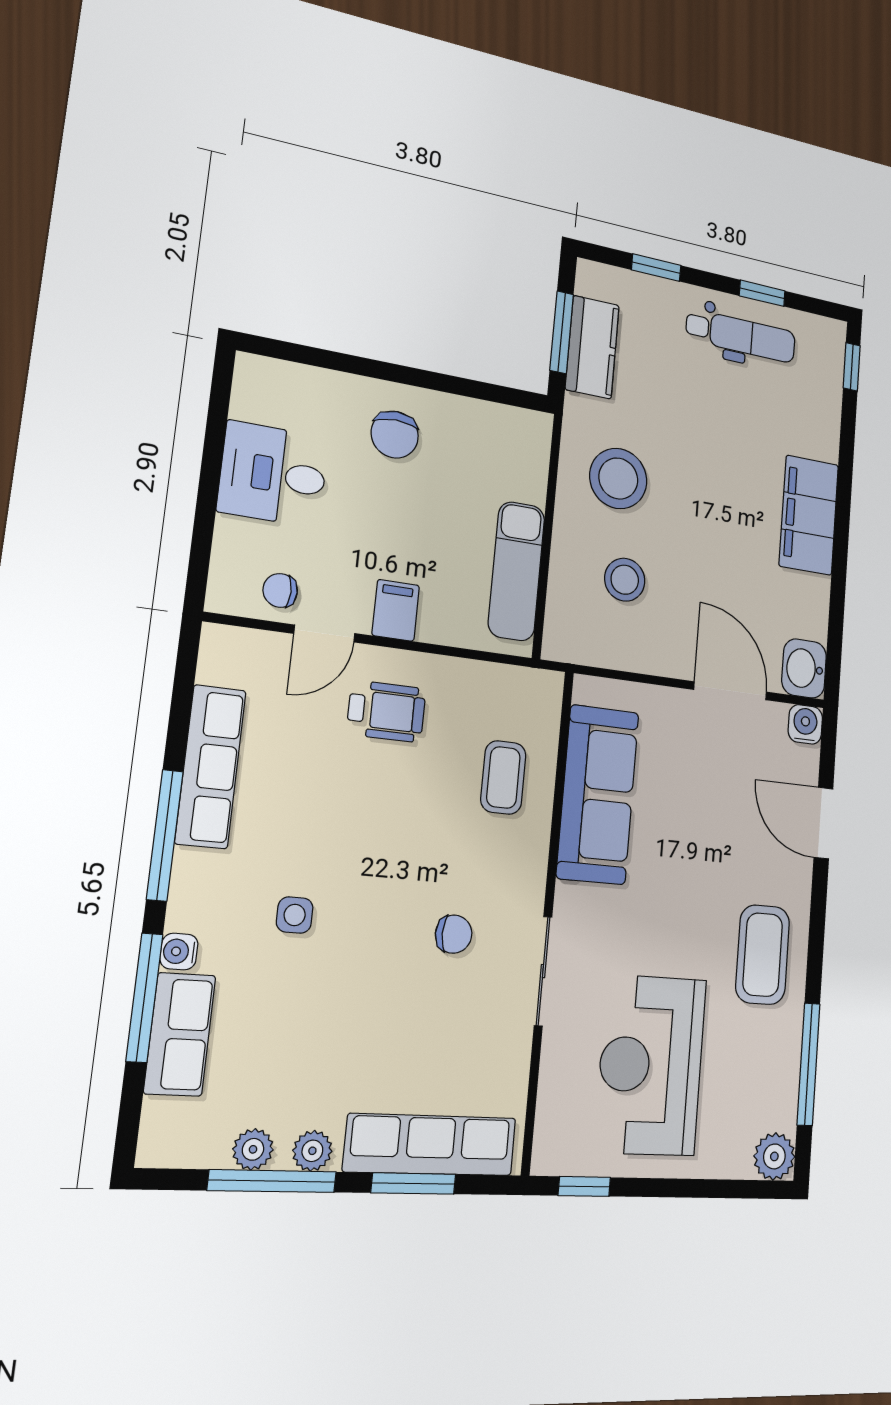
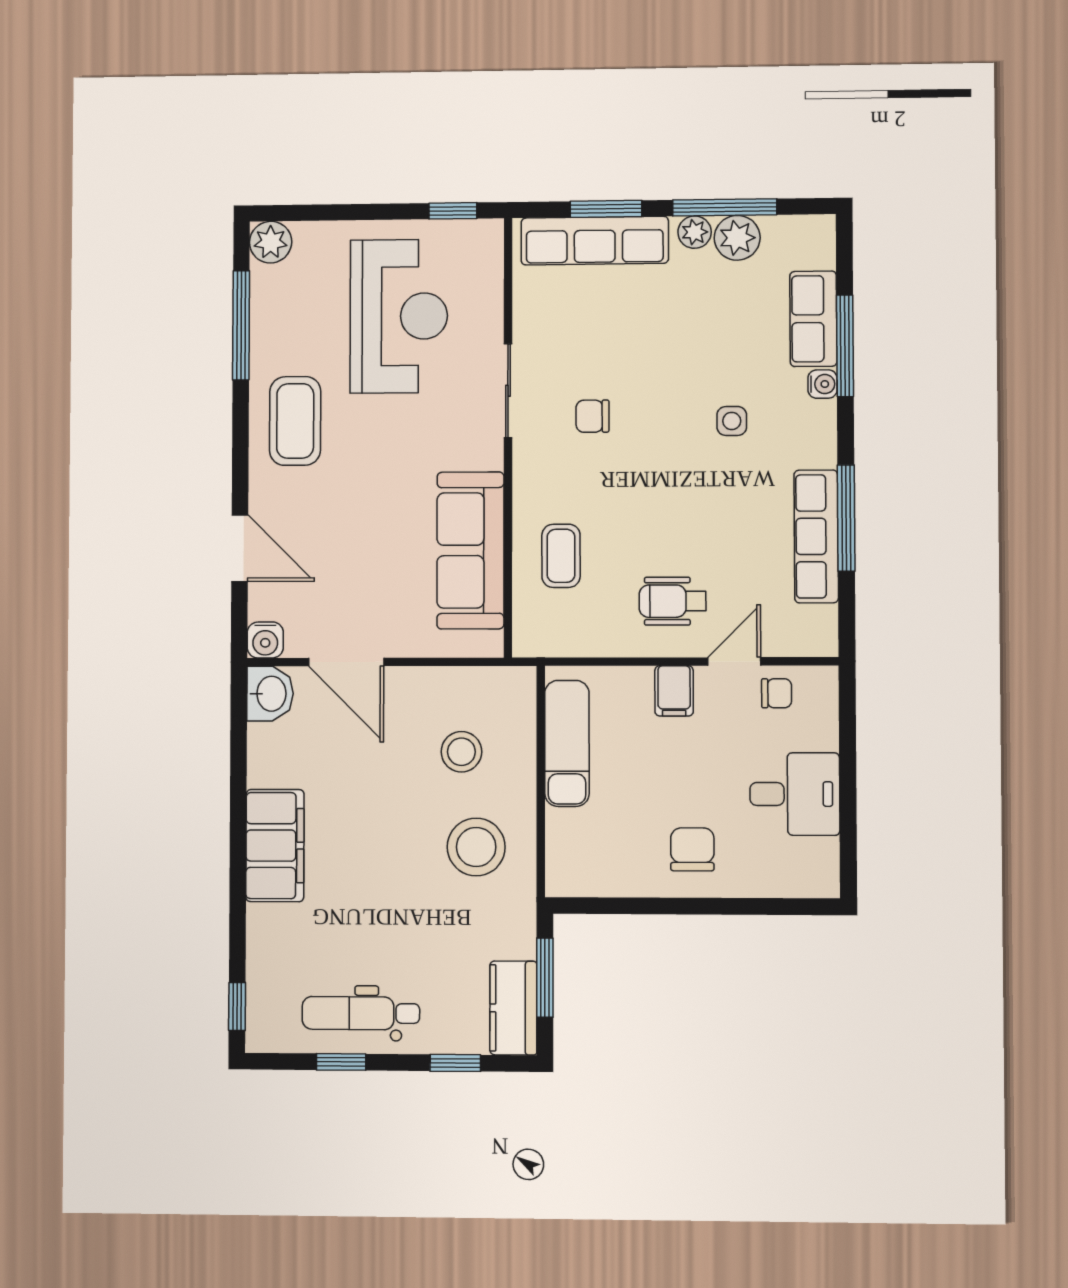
kitchen counter: (592, 347) -> (513, 1008), moved
window: (165, 835) -> (846, 518), moved
plant: (253, 1149) -> (737, 238), width x1.38, depth x1.38

